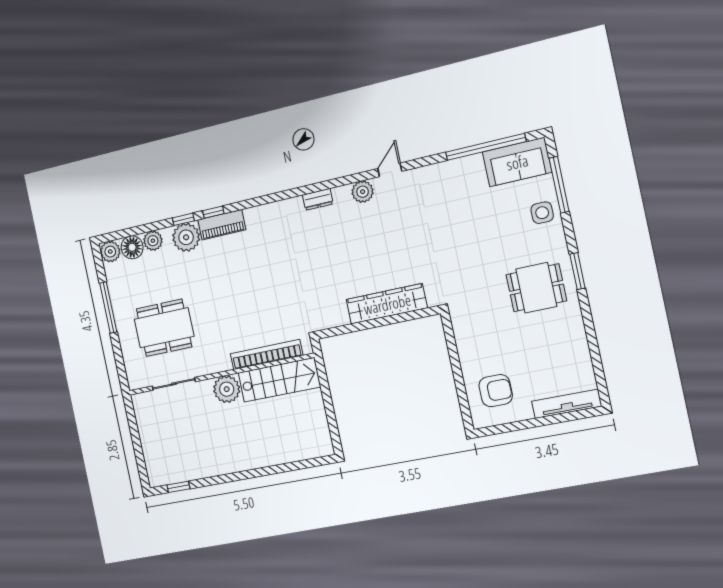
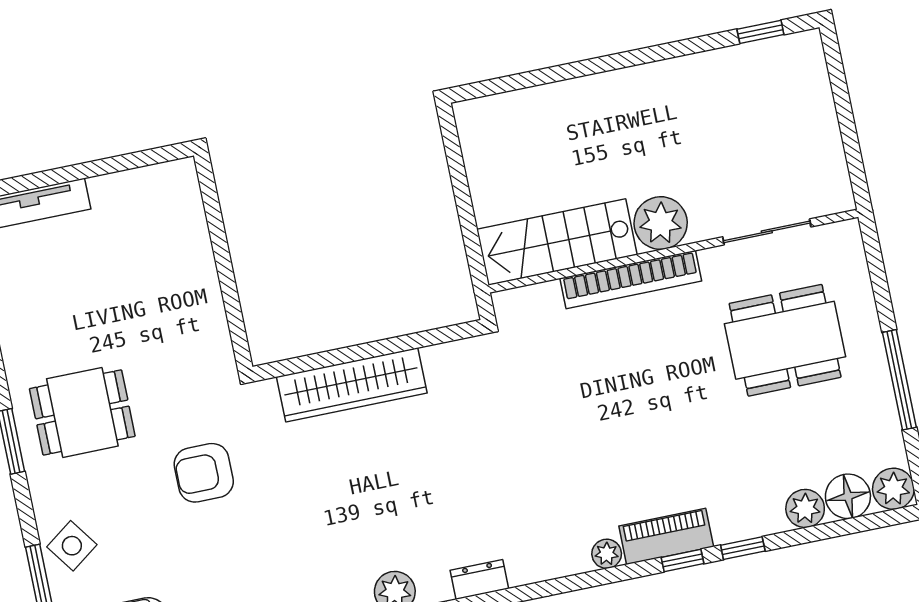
side table: (542, 213) -> (72, 546), turned -36
plant: (186, 237) -> (607, 554), moved, width x0.53, depth x0.53
bookcase: (266, 355) -> (631, 280), moved
armchair: (496, 391) -> (204, 473), moved

